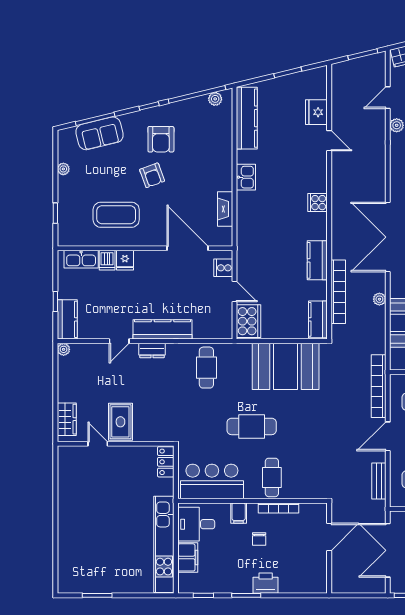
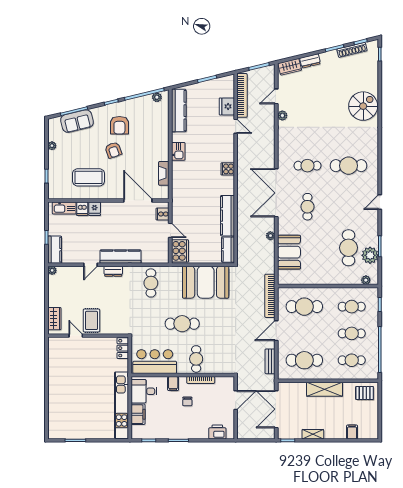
kitchen counter: (317, 260) -> (228, 216), width x1.50
bookcase: (338, 292) -> (242, 95), moved
printer: (266, 583) -> (217, 432), moved

